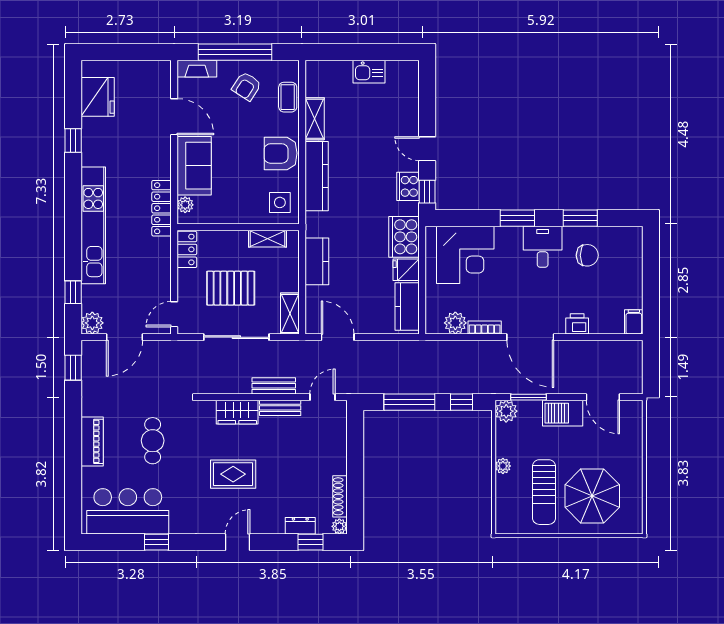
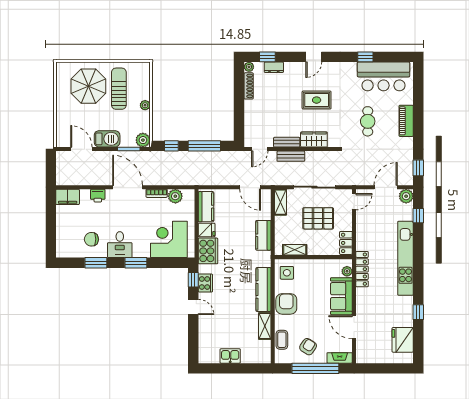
armchair: (281, 153) -> (286, 304), turned -90
filing cabinet: (634, 322) -> (68, 197), width x2.00

